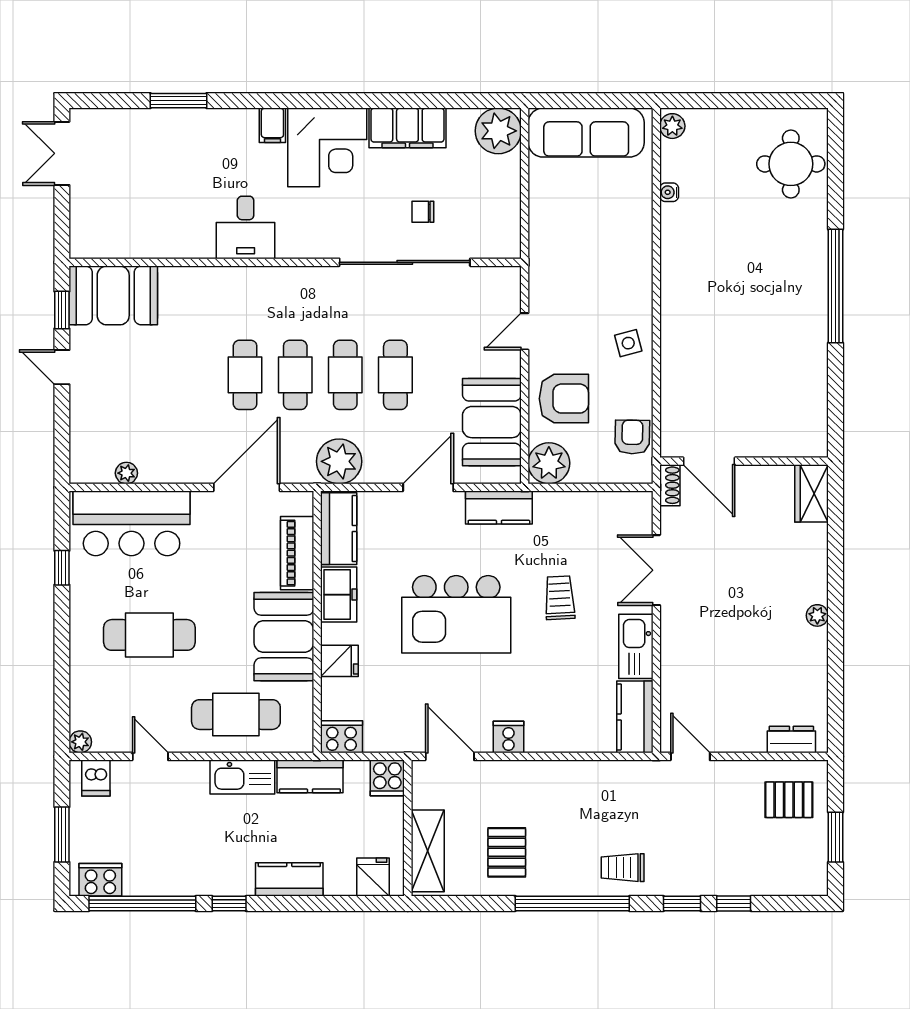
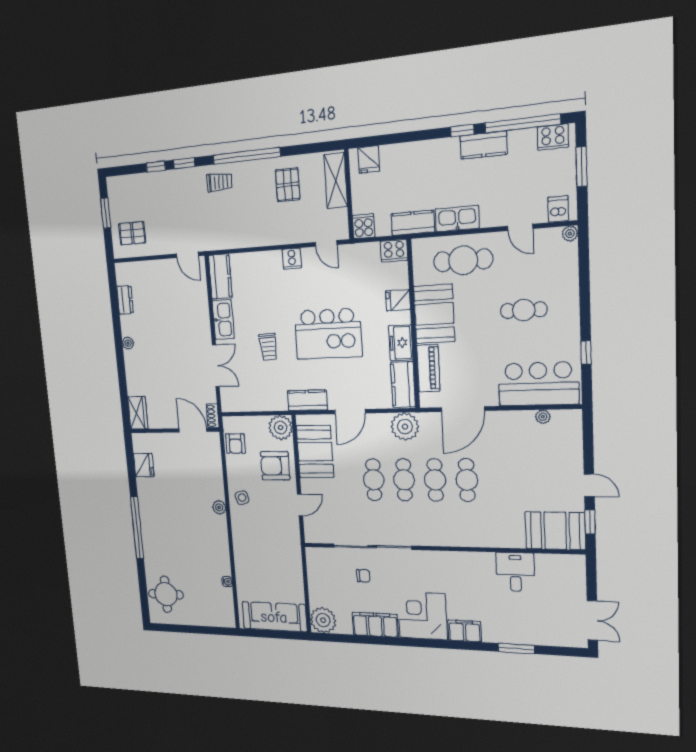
filing cabinet: (272, 125) -> (465, 631), width x2.00
plant: (672, 126) -> (219, 507), moved
desk: (246, 227) -> (515, 572), moved
fridge: (810, 400) -> (144, 465), added
kitchen island: (456, 614) -> (328, 334), turned 180
cafe table: (149, 635) -> (524, 310), width x0.73, depth x0.74
dresser: (791, 739) -> (125, 300), moved, turned -90
door: (450, 756) -> (326, 243), width x0.73
kitchen counter: (289, 879) -> (483, 145), moved

